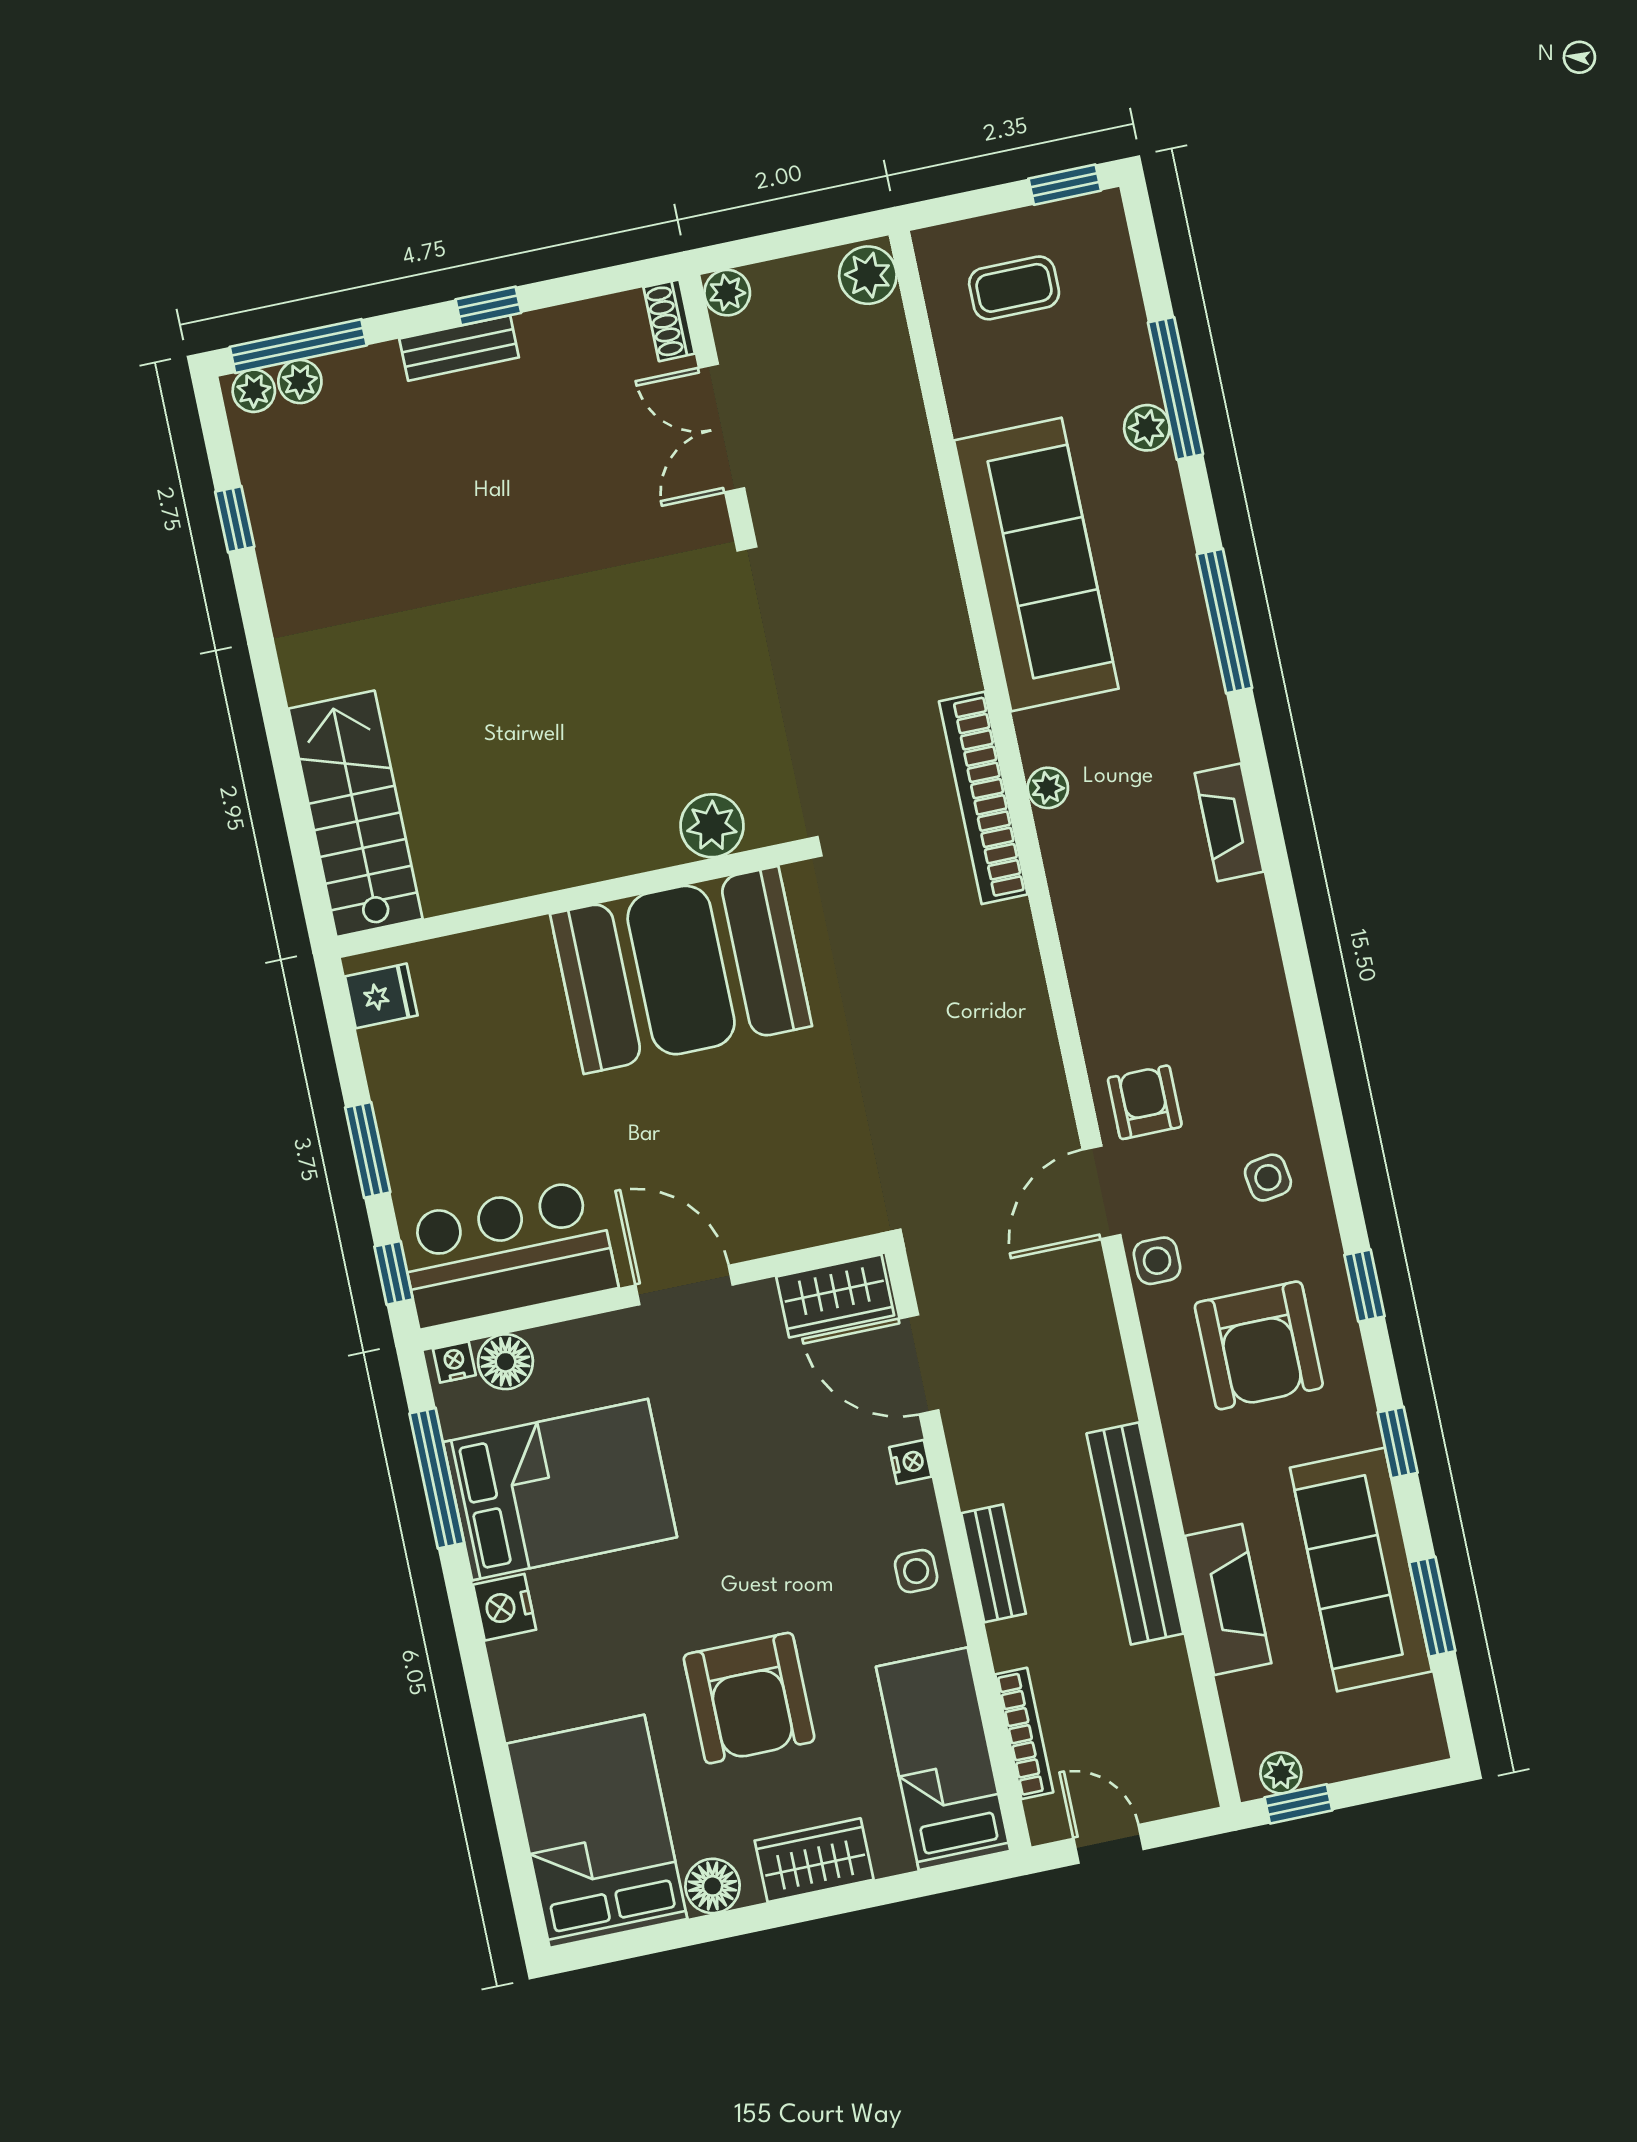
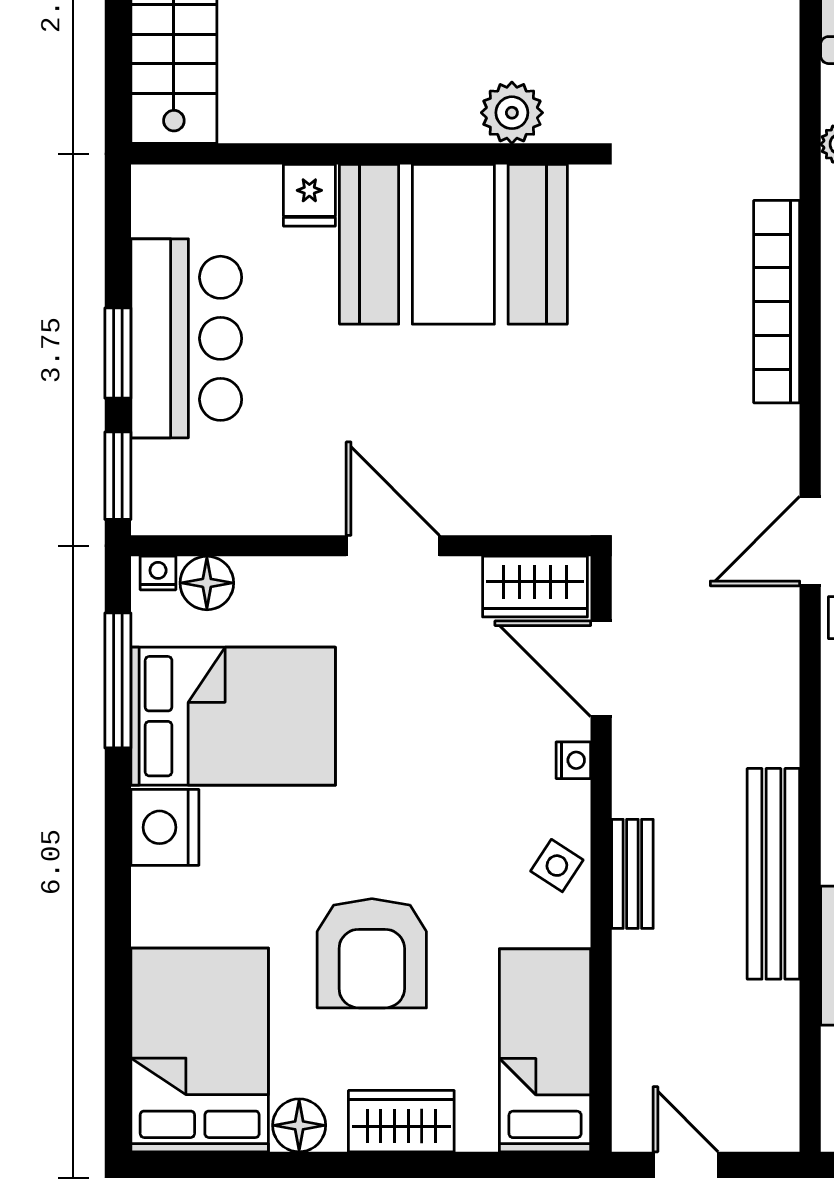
bookcase: (983, 798) -> (777, 302), moved
fridge: (381, 996) -> (309, 195), moved, turned 90
bar counter: (507, 1253) -> (186, 338), moved, turned 90
window: (394, 1273) -> (118, 476), width x1.50
side table: (916, 1571) -> (557, 866), turned 33
nightstand: (505, 1607) -> (165, 827), width x1.36, depth x1.33
bookcase: (1024, 1733) -> (628, 1042), removed

